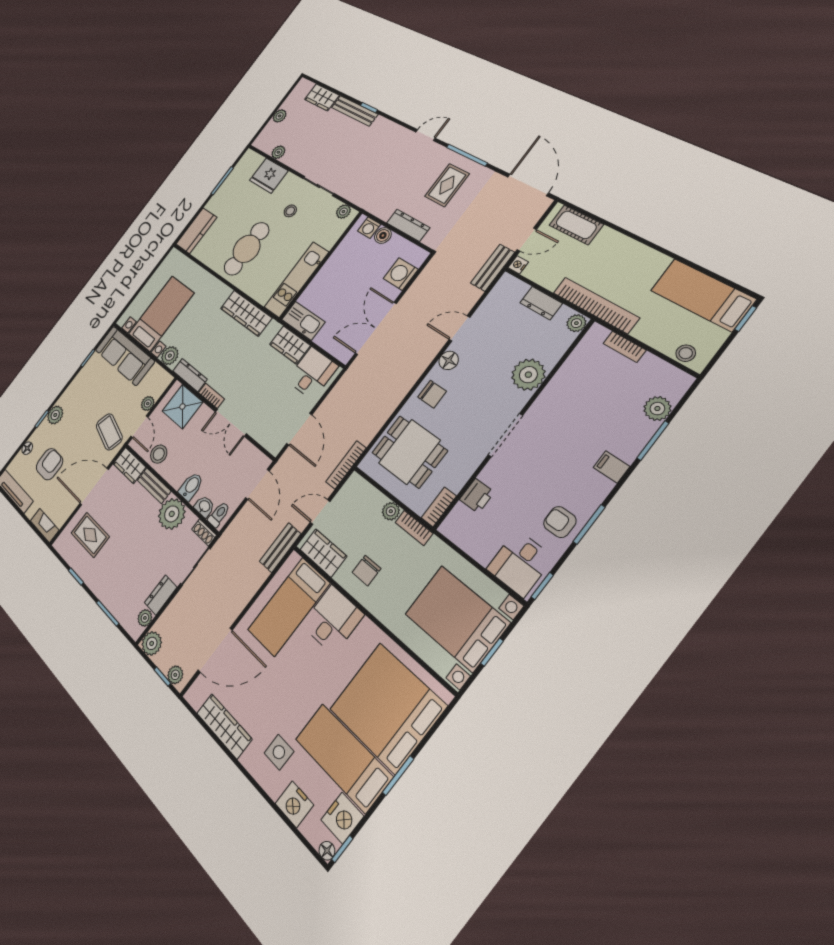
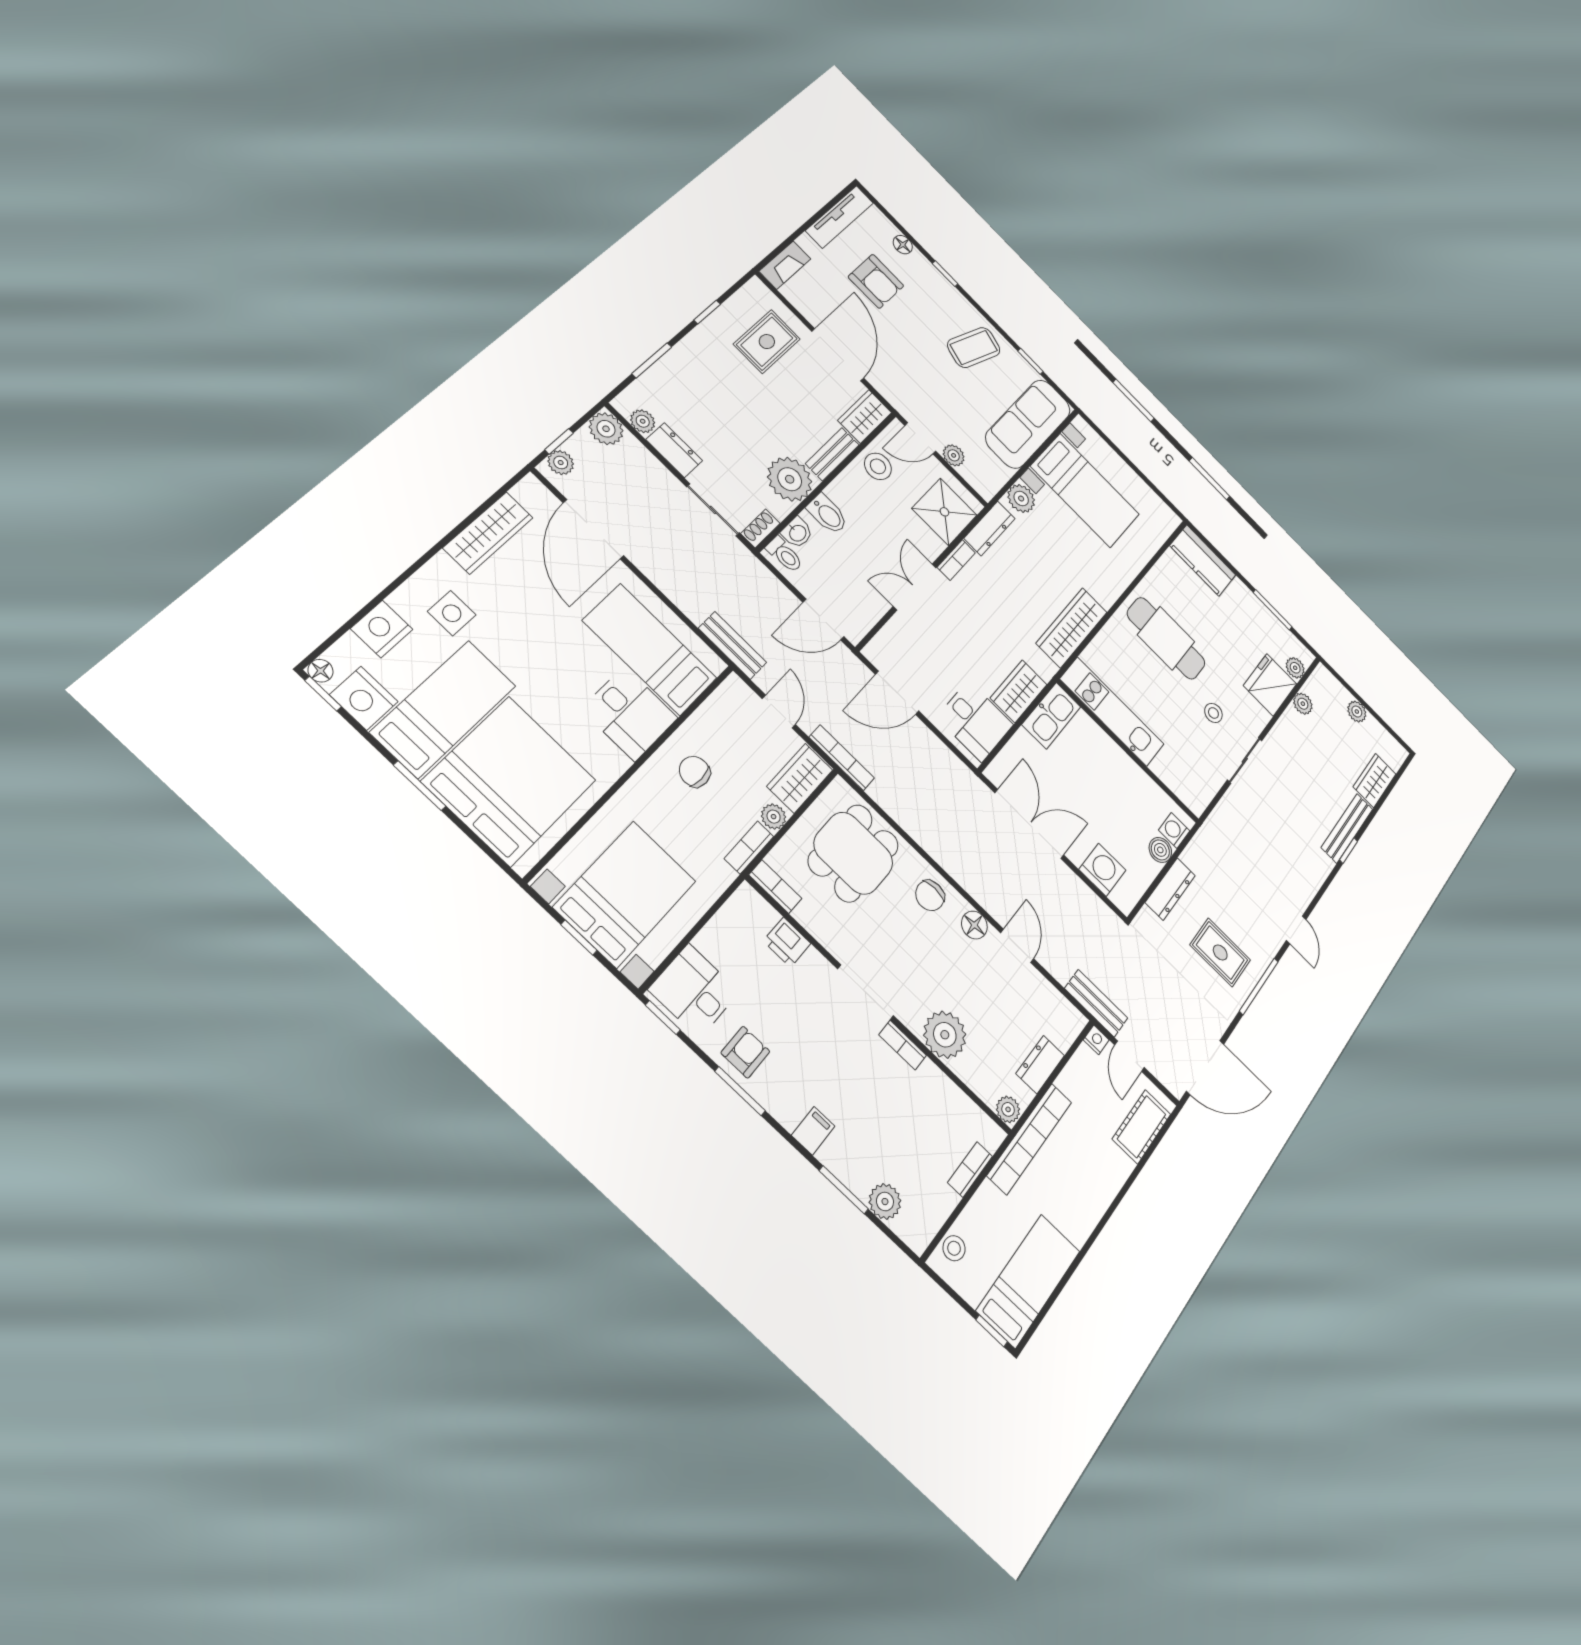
plant: (343, 212) -> (1295, 668), moved
bookcase: (540, 405) -> (903, 1045), added
plant: (55, 415) -> (949, 298), removed
coffee table: (109, 432) -> (974, 348), moved
wardrobe: (323, 553) -> (800, 778), moved, turned 180

